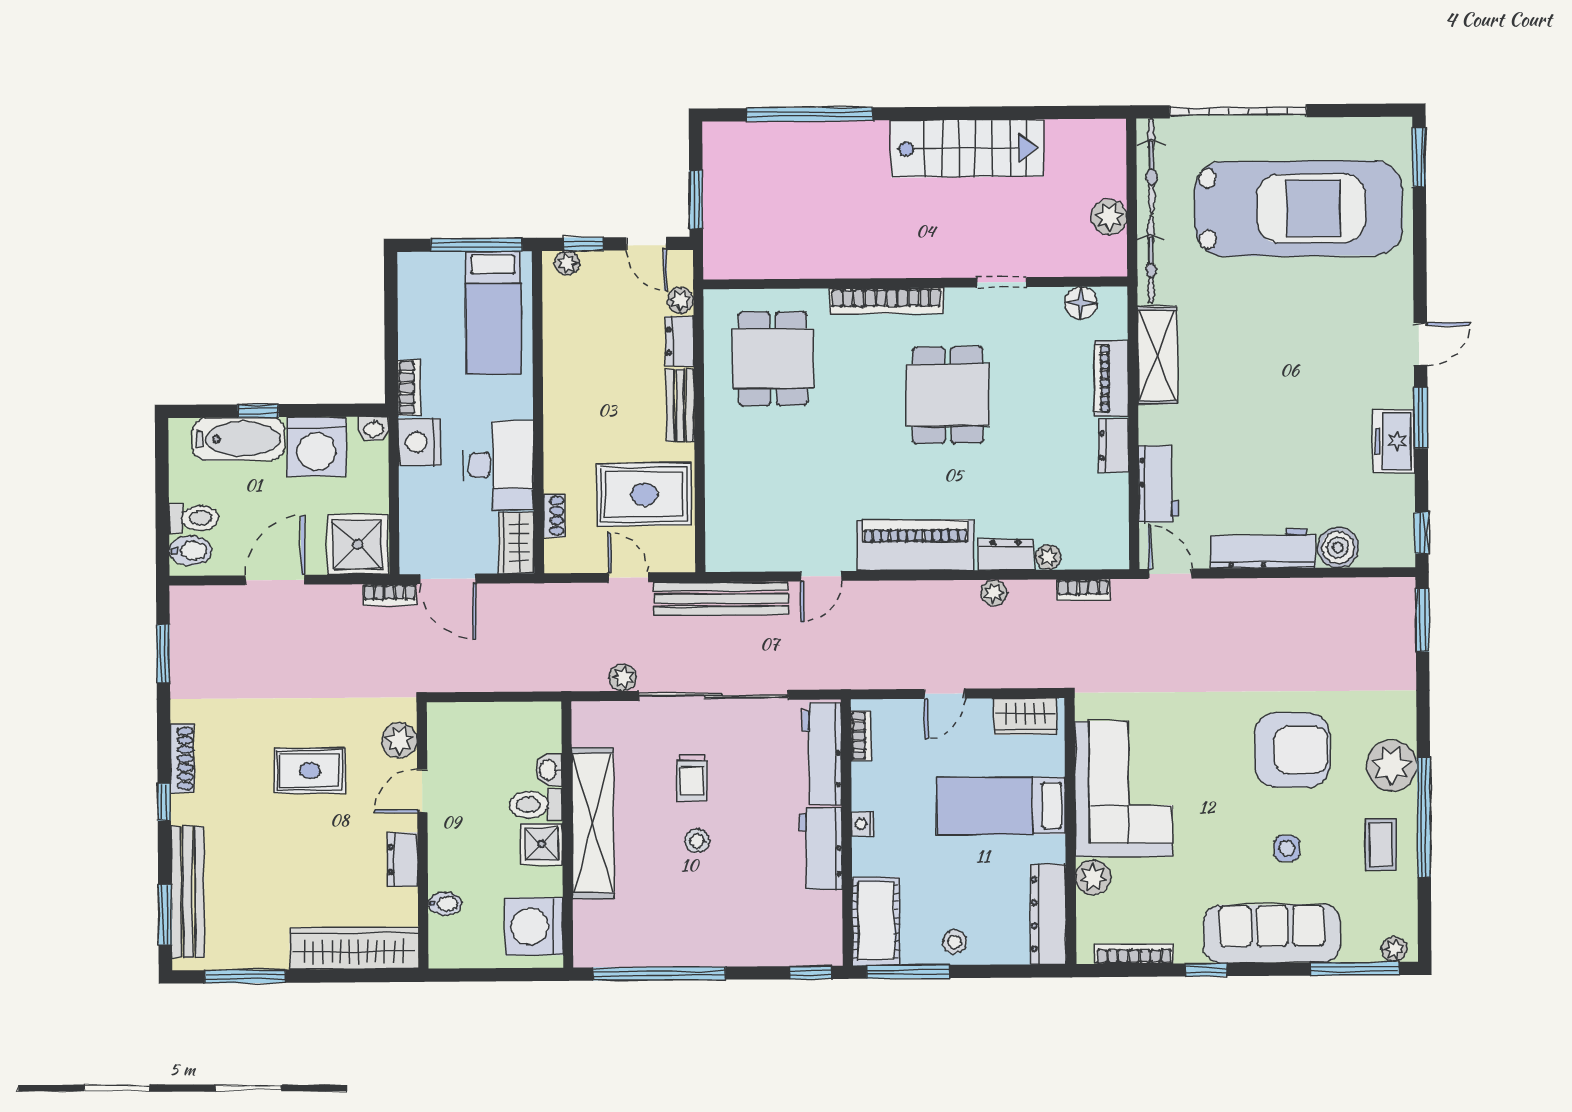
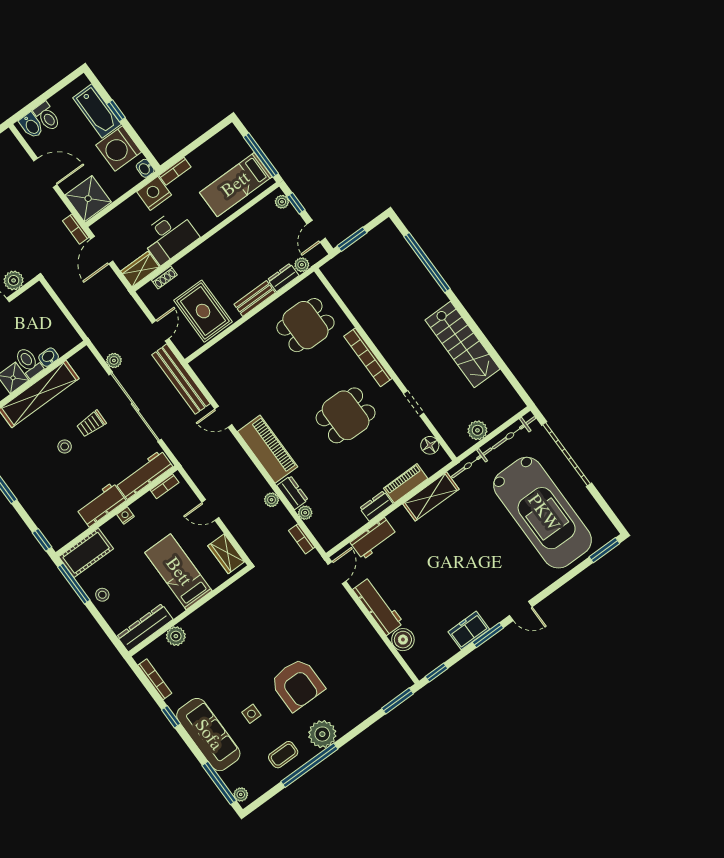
corner sofa: (1124, 789) -> (225, 621), removed

